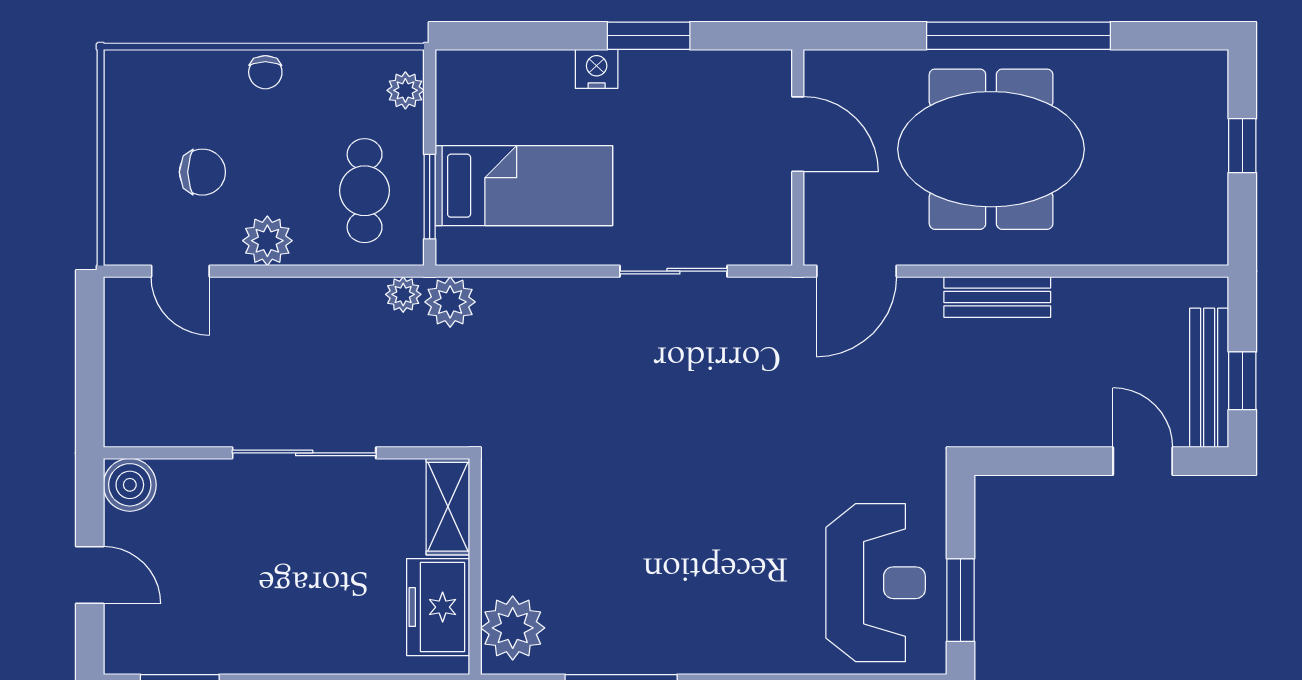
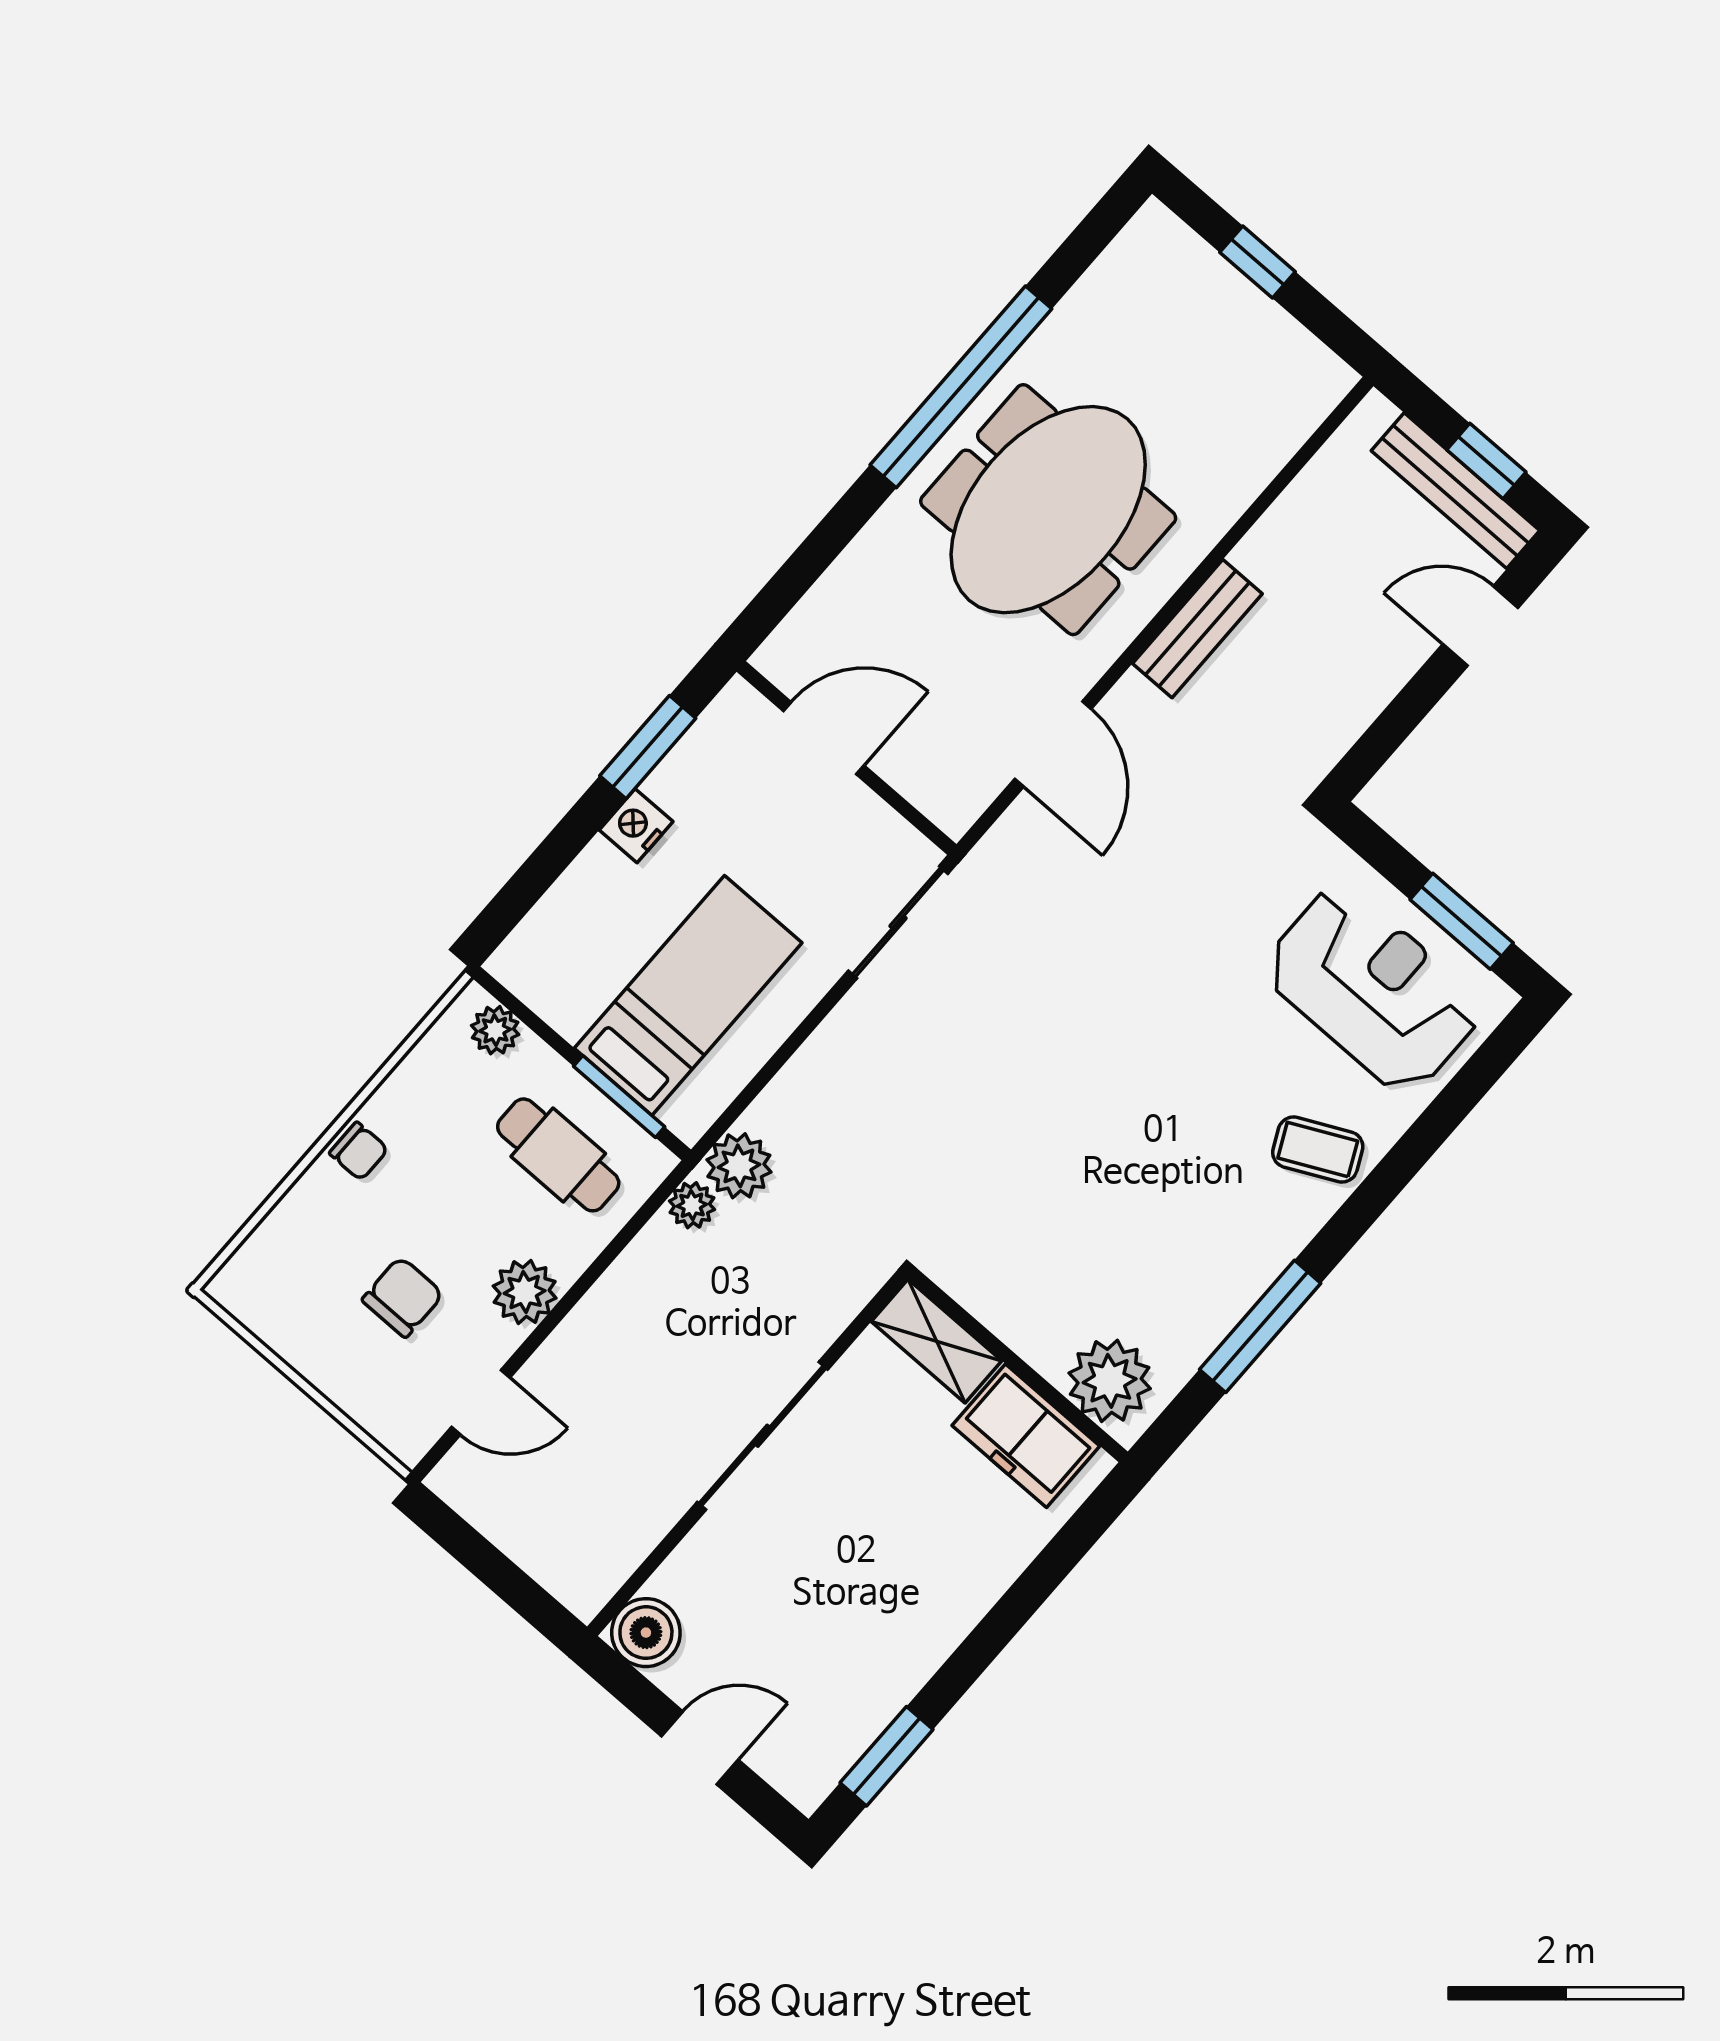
door: (798, 134) -> (824, 738), moved
wall: (798, 158) -> (846, 758), moved
coffee table: (754, 632) -> (1318, 1150), added

